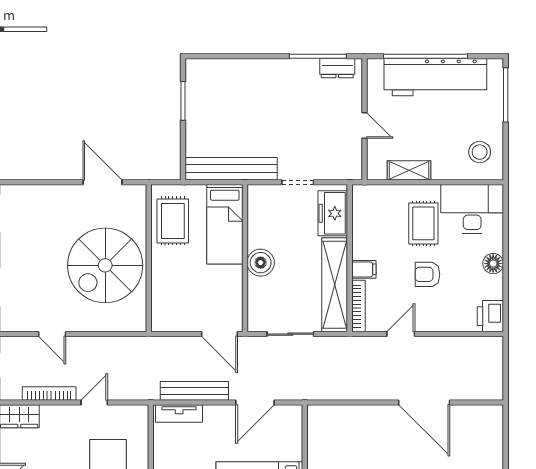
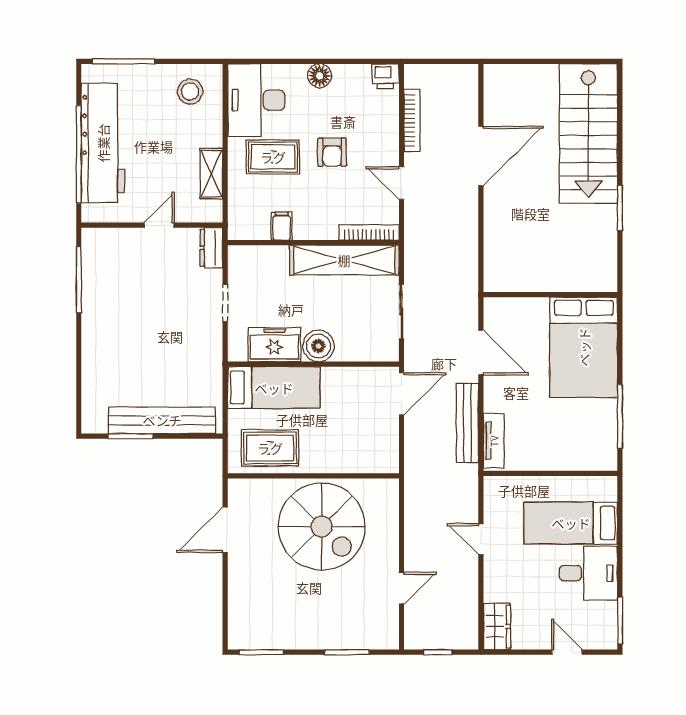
dresser: (337, 68) -> (211, 248), moved, turned 180
bench: (231, 169) -> (162, 420), moved, turned 90
freezer: (333, 213) -> (274, 345), moved, turned 180
filing cabinet: (364, 269) -> (282, 226), moved
printer: (490, 316) -> (386, 76), width x0.73, depth x0.81
bookcase: (49, 393) -> (412, 121), moved, turned 180

